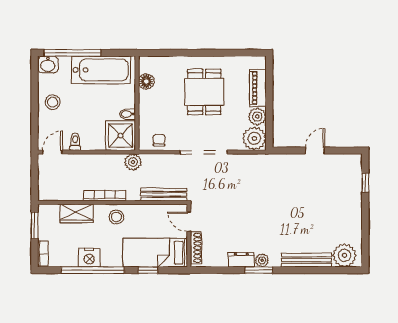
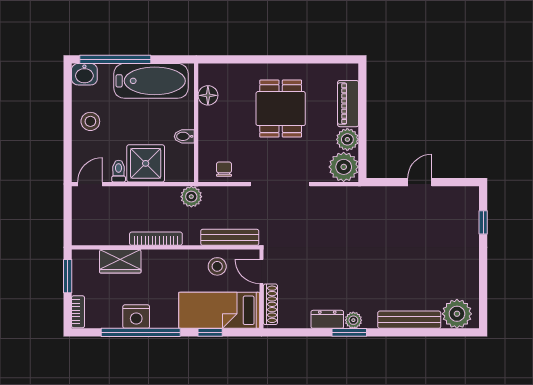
shower: (120, 136) -> (146, 163), moved
stool: (116, 217) -> (217, 266), moved

